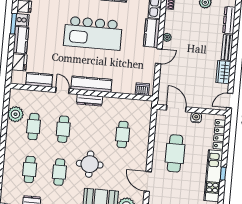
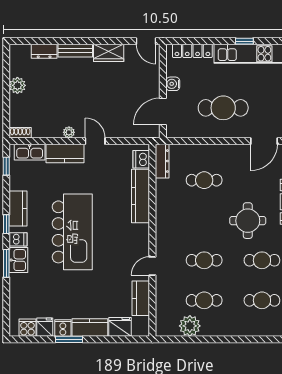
dresser: (229, 20) -> (44, 51), width x0.70
kitchen counter: (91, 84) -> (141, 196), moved
dresser: (89, 100) -> (162, 161), moved

